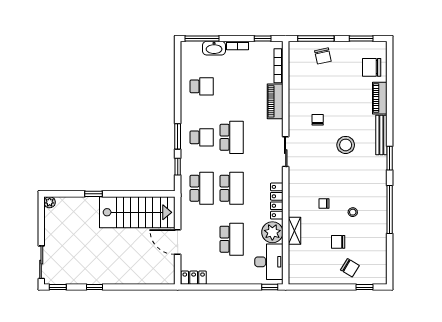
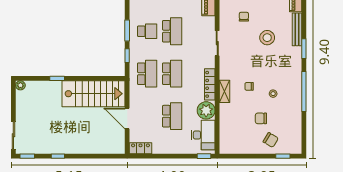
shelving: (294, 231) -> (225, 91), moved

